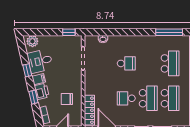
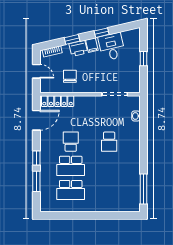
window: (69, 32) -> (143, 59), moved
plant: (32, 41) -> (134, 38), removed
school desk: (170, 63) -> (109, 190), removed

